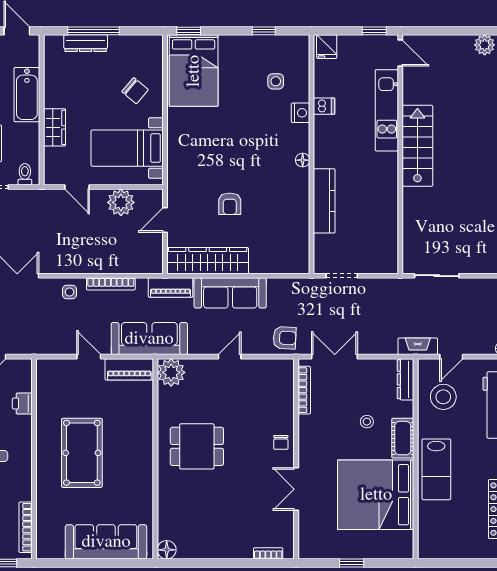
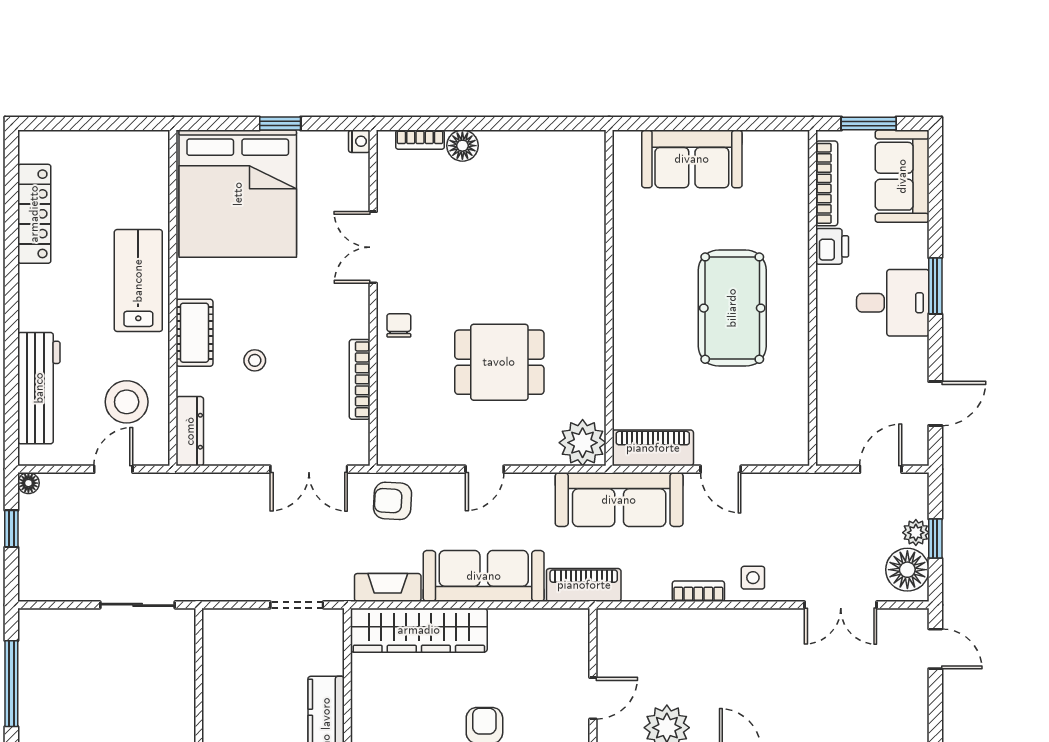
wardrobe: (208, 261) -> (419, 630), moved
bookcase: (111, 284) -> (698, 591), width x0.64
fireplace: (418, 346) -> (388, 588), moved, turned 180
bookcase: (304, 390) -> (360, 379), moved
printer: (22, 404) -> (832, 246), moved
dining table: (197, 446) -> (499, 362), moved
double door: (296, 489) -> (373, 247), swing flipped
bed: (376, 495) -> (238, 194), moved, turned 90
sofa: (106, 542) -> (692, 159), width x0.73
floor lamp: (167, 550) -> (462, 146), moved
nightstand: (304, 552) -> (359, 141), added

